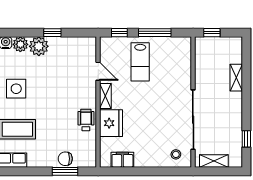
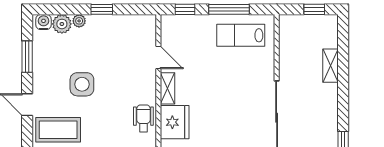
window: (212, 33) -> (314, 9), moved
plant: (39, 46) -> (79, 21), width x0.53, depth x0.53
lab bench: (140, 62) -> (241, 35), moved, turned 90
side table: (16, 89) -> (82, 84), moved

